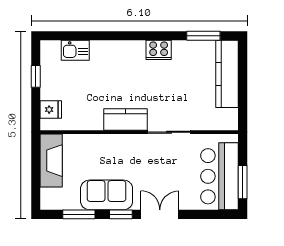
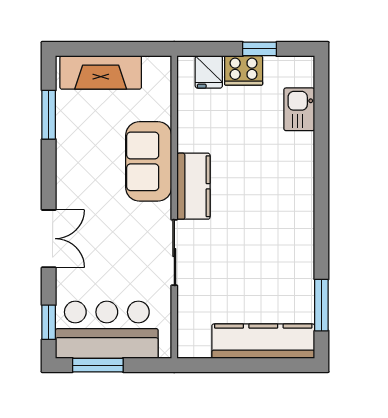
cooker: (159, 50) -> (244, 70), moved, turned -90
fireplace: (51, 161) -> (101, 72), moved
sofa: (107, 195) -> (149, 161), moved, turned 180
window: (121, 214) -> (49, 322), moved

